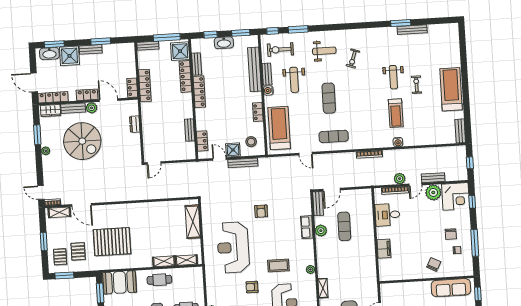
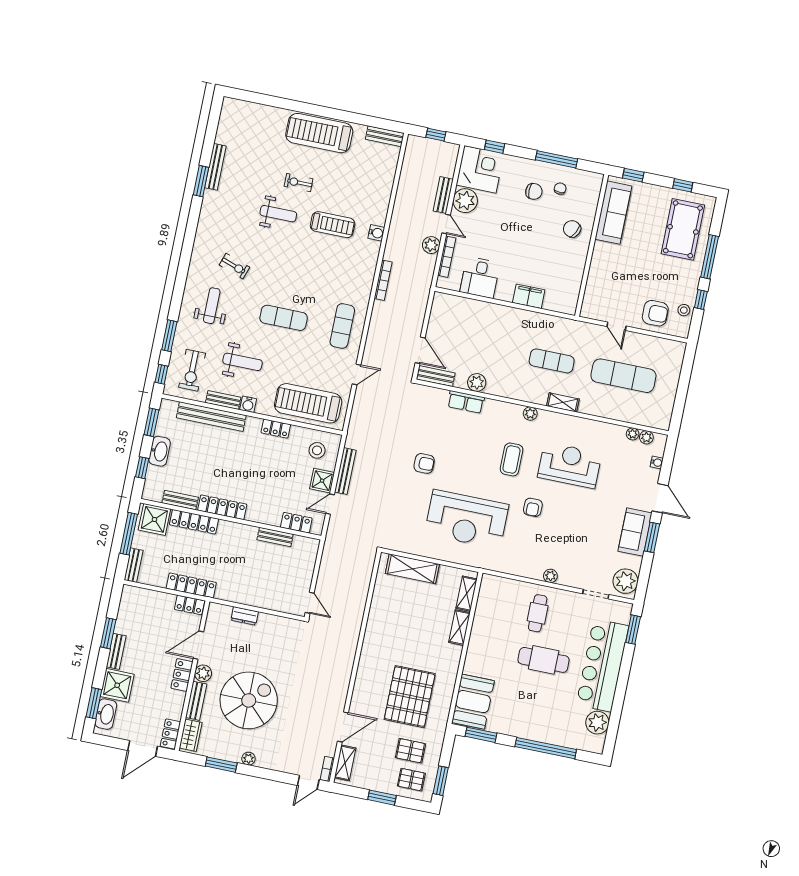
locker: (53, 97) -> (170, 734), width x0.66
exercise mat: (344, 226) -> (552, 361), moved
cafe table: (159, 280) -> (485, 641), removed

